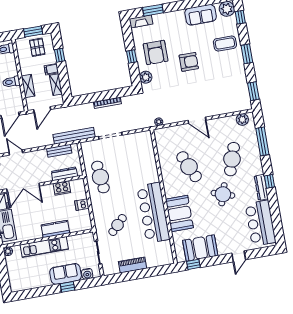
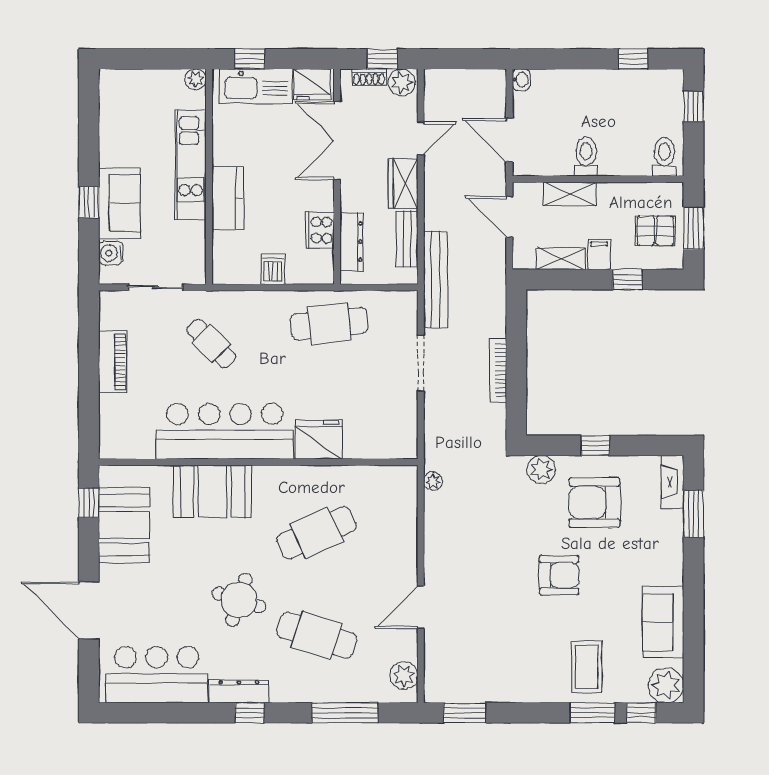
window: (247, 54) -> (592, 713), moved
armchair: (189, 62) -> (559, 575), turned -90
door: (197, 120) -> (421, 607), moved
wardrobe: (36, 156) -> (403, 184), added
fridge: (150, 173) -> (319, 439), added
door: (239, 256) -> (89, 611), width x1.88

